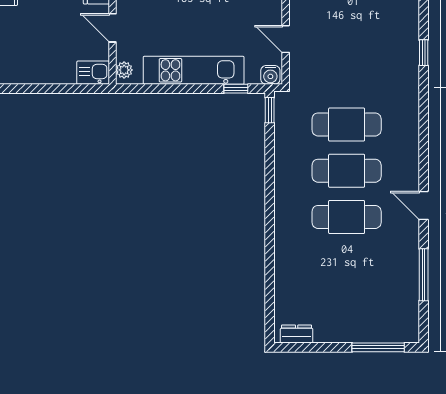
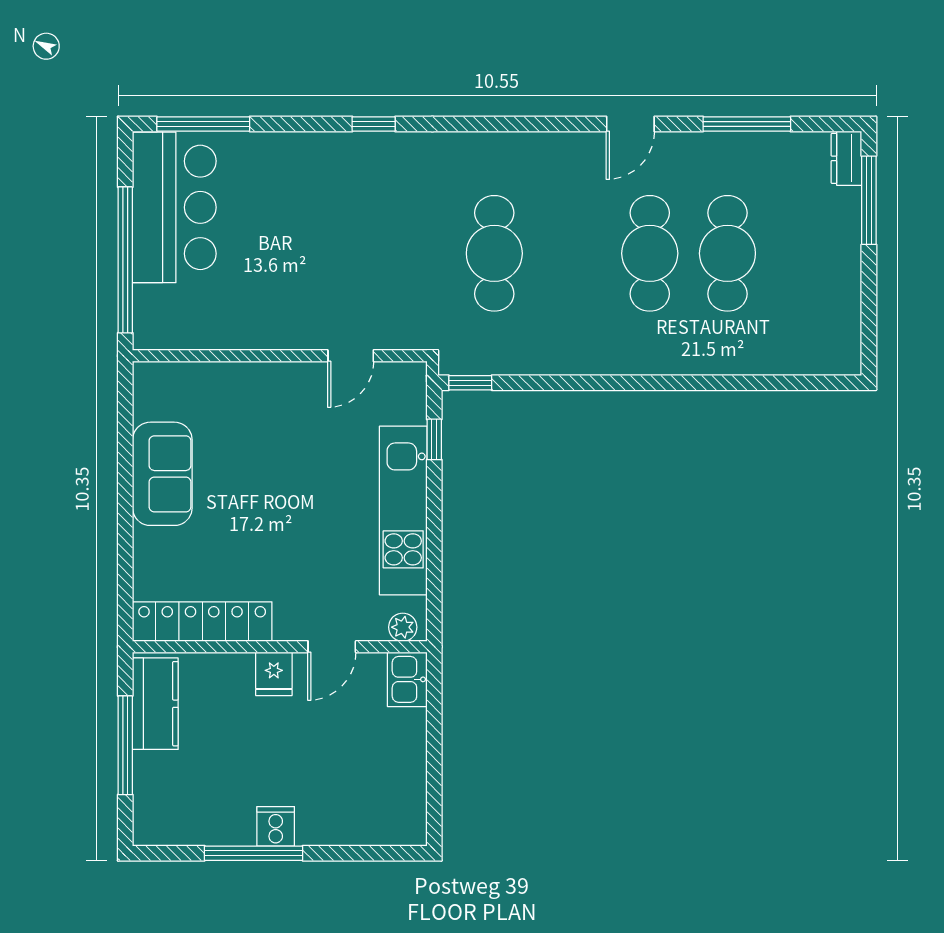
water cooler: (270, 75) -> (411, 381), removed
cafe table: (347, 171) -> (727, 253), moved
dresser: (297, 334) -> (846, 158), moved

